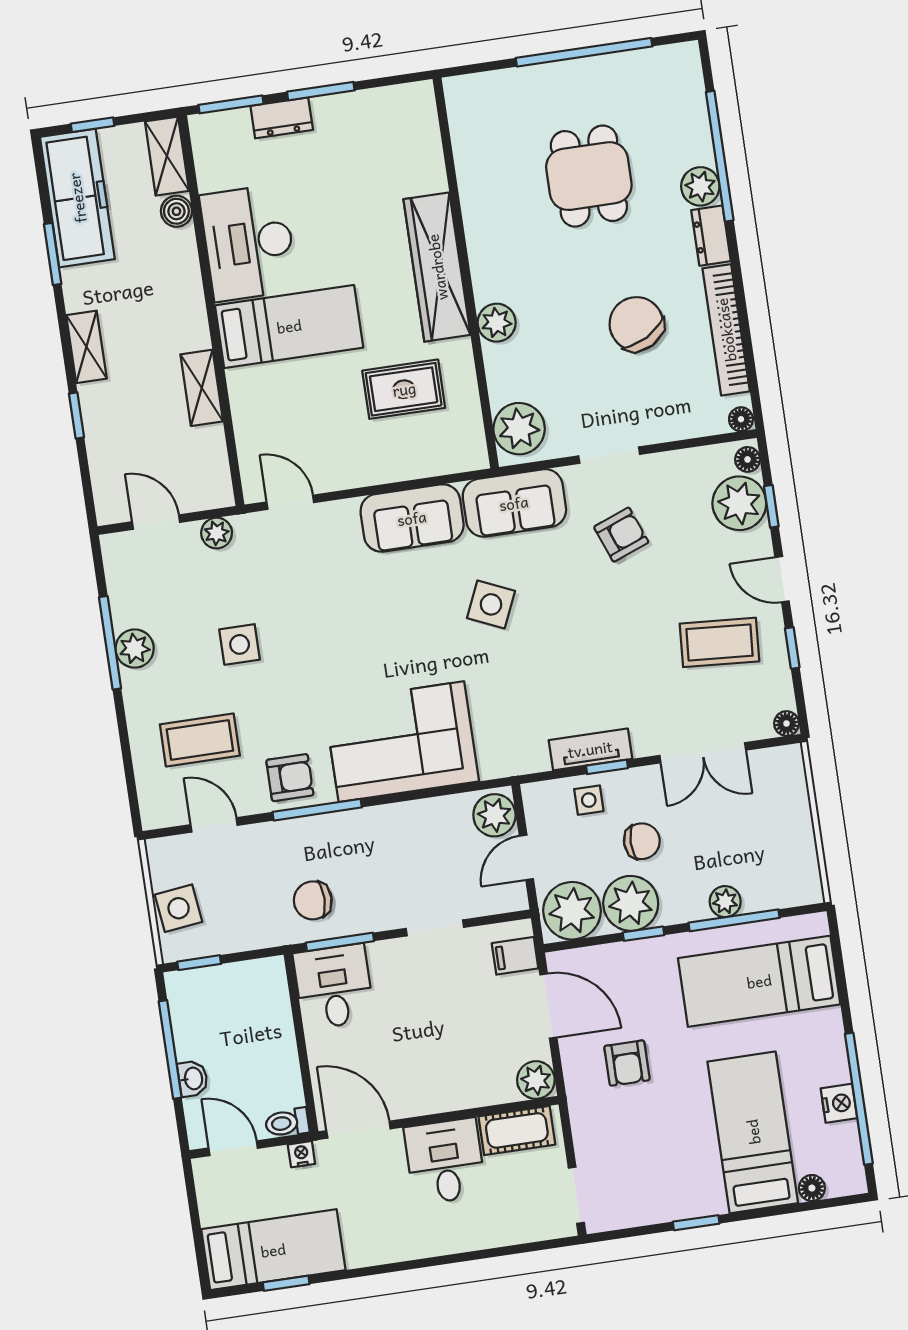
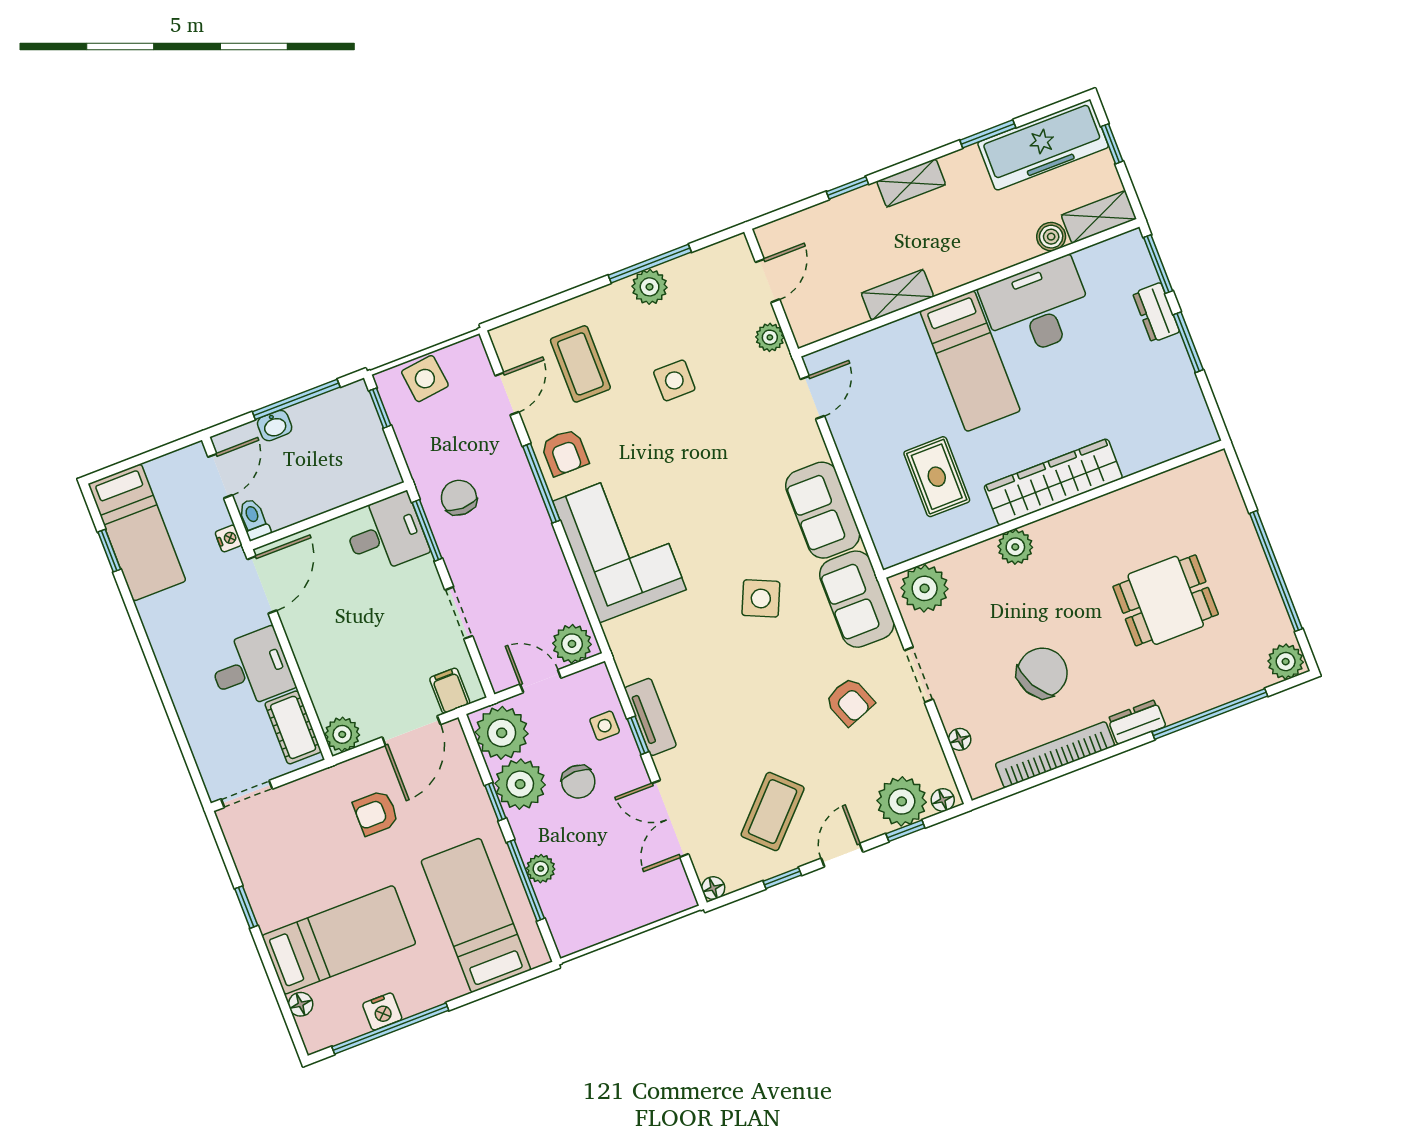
plant: (700, 186) -> (1286, 662), moved
floor lamp: (741, 419) -> (960, 739), moved
coffee table: (719, 642) -> (773, 812), turned 40

